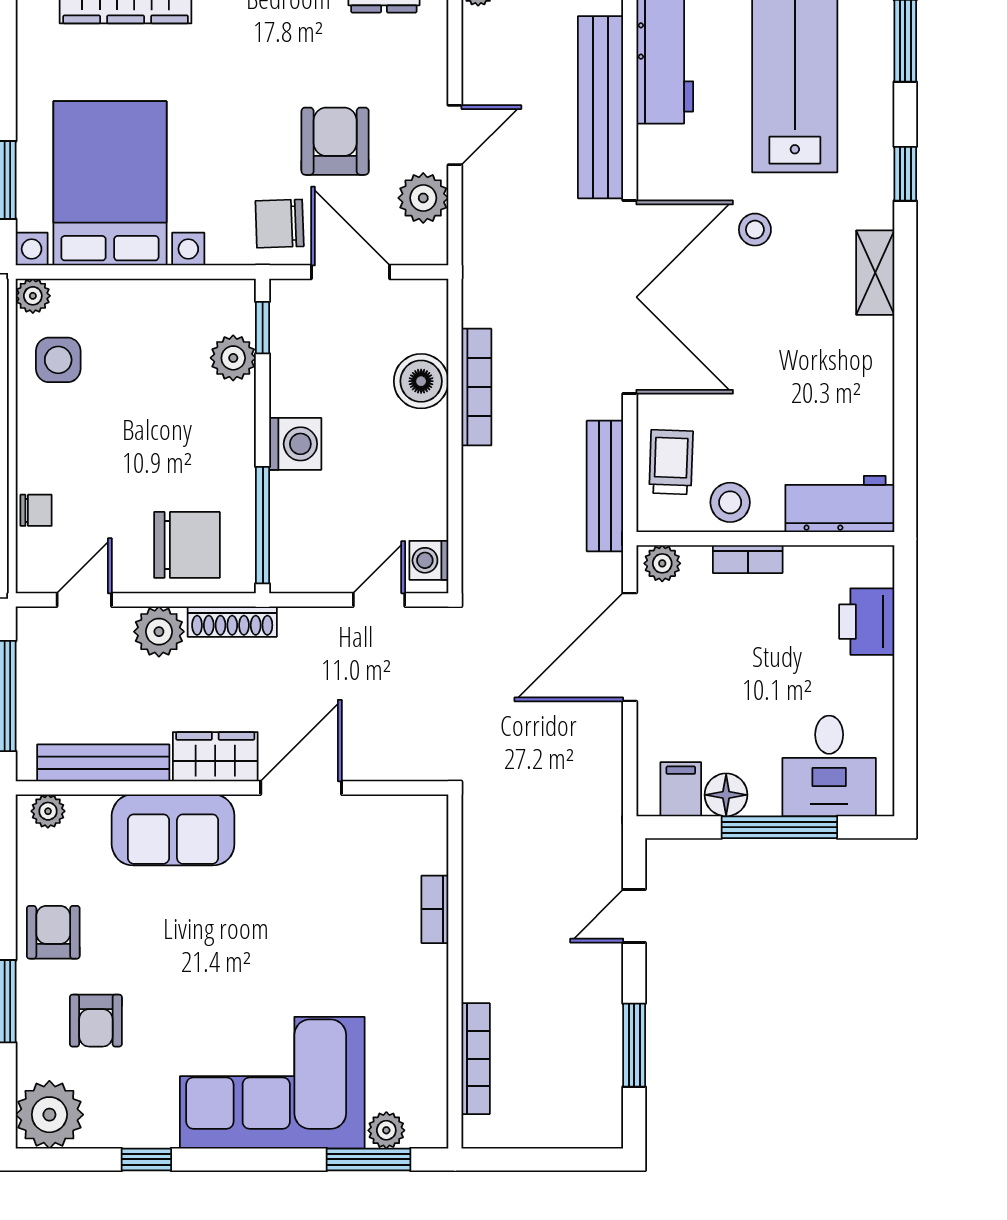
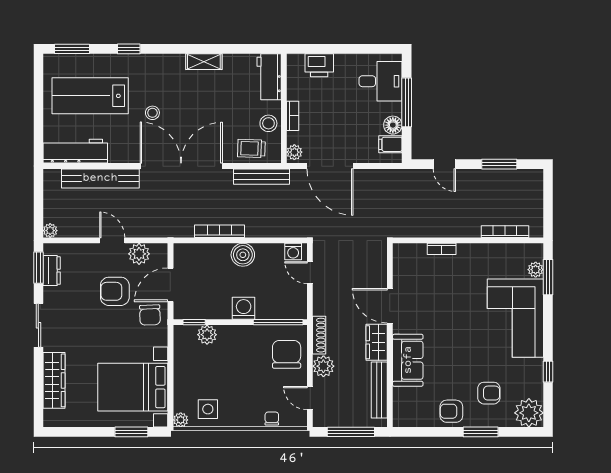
shelving: (875, 273) -> (204, 62), moved
boiler: (421, 381) -> (243, 255), moved
plant: (48, 811) -> (400, 413), removed

